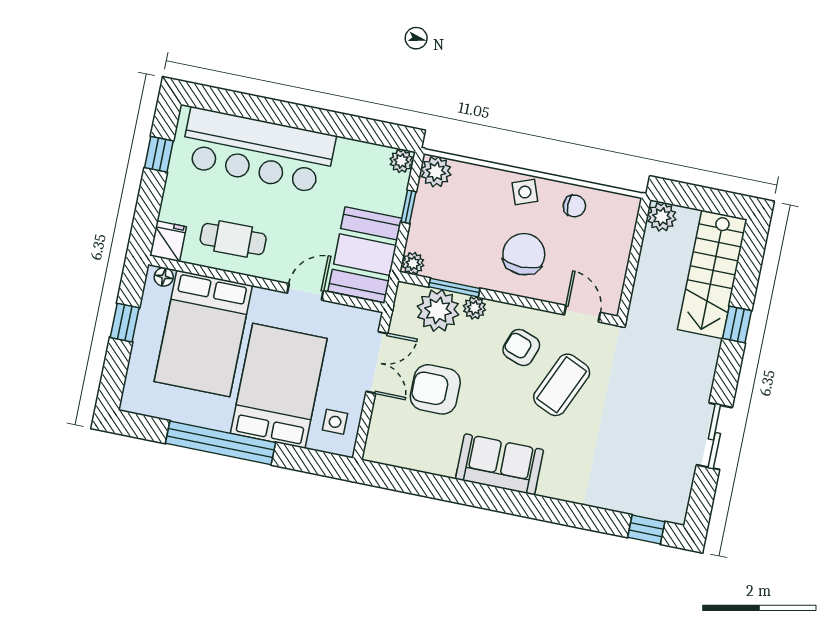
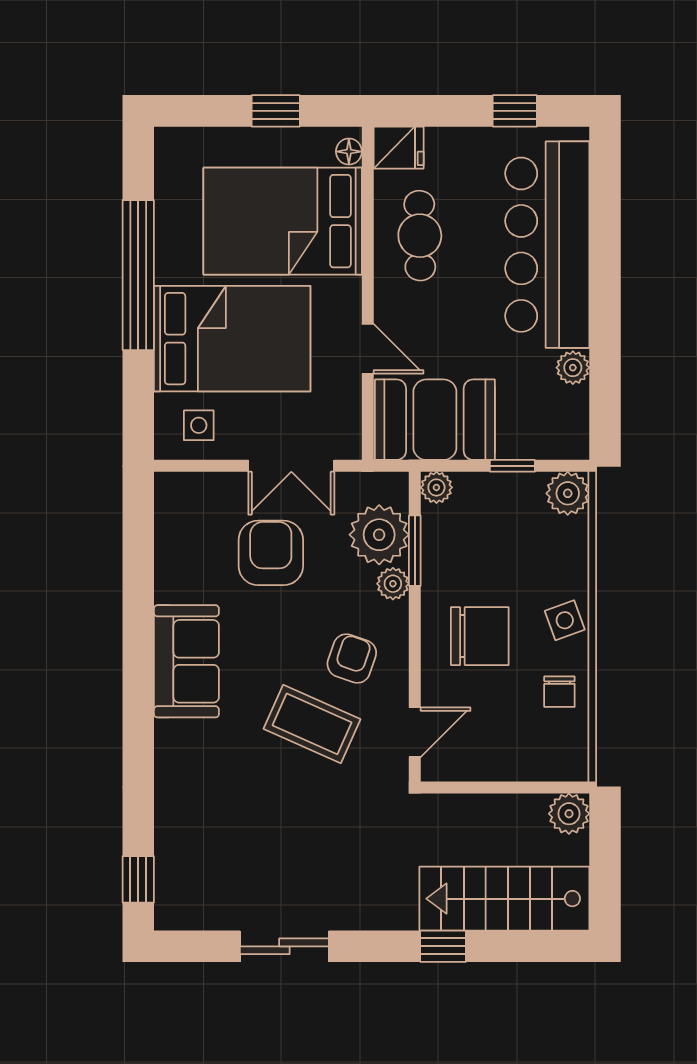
plant: (401, 161) -> (573, 368), moved

